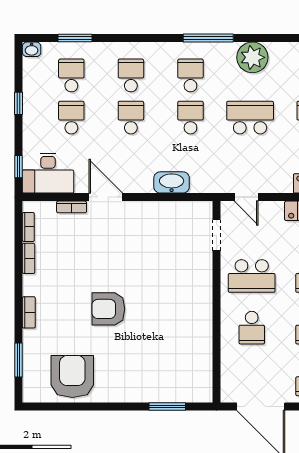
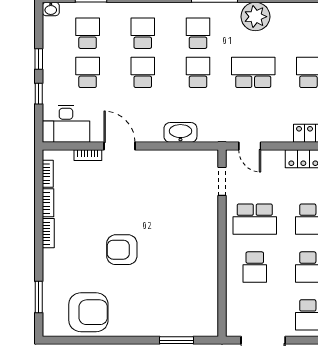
window: (19, 167) -> (39, 94), moved
bookcase: (29, 312) -> (48, 233), moved
armchair: (72, 376) -> (88, 312), turned 90

